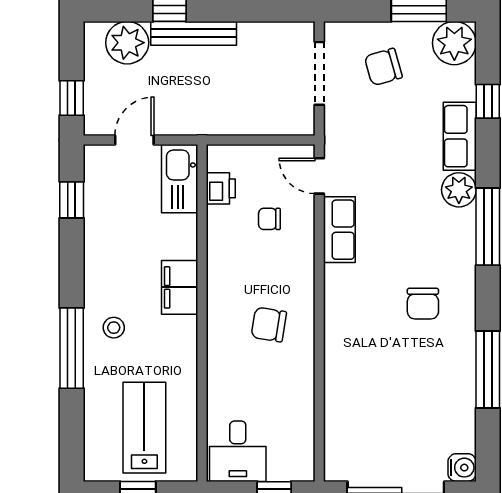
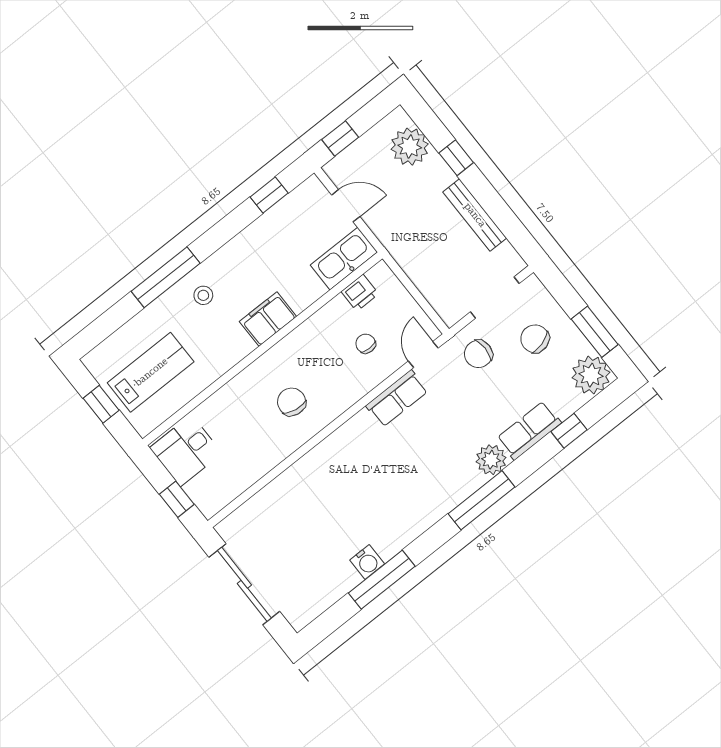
bench: (194, 33) -> (475, 215), moved
chair: (423, 304) -> (478, 354), moved
water cooler: (462, 468) -> (367, 562), moved

